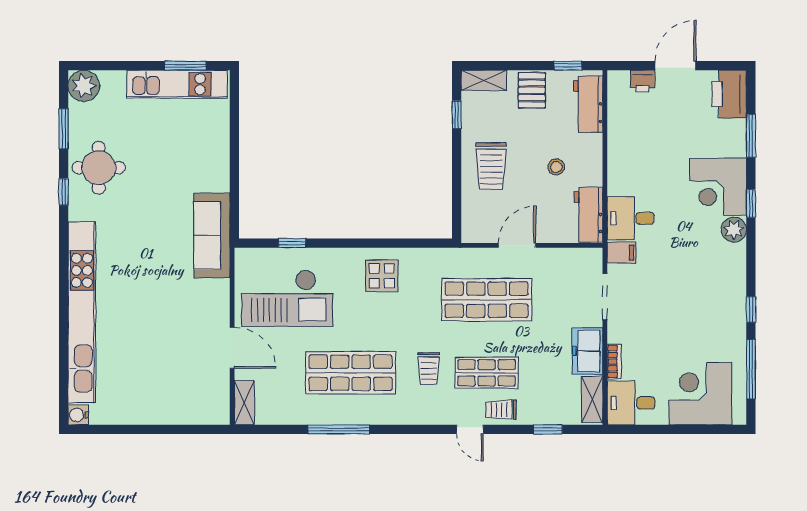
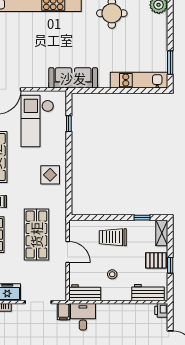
window: (568, 66) -> (170, 265), moved
printer: (643, 81) -> (161, 310), moved
kitchen unit: (177, 84) -> (139, 80), moved, turned 90

